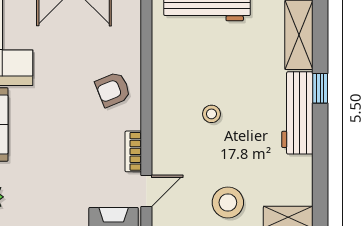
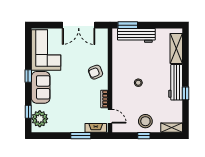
window: (320, 88) -> (185, 93), moved
door: (146, 191) -> (110, 116), hinge flipped

